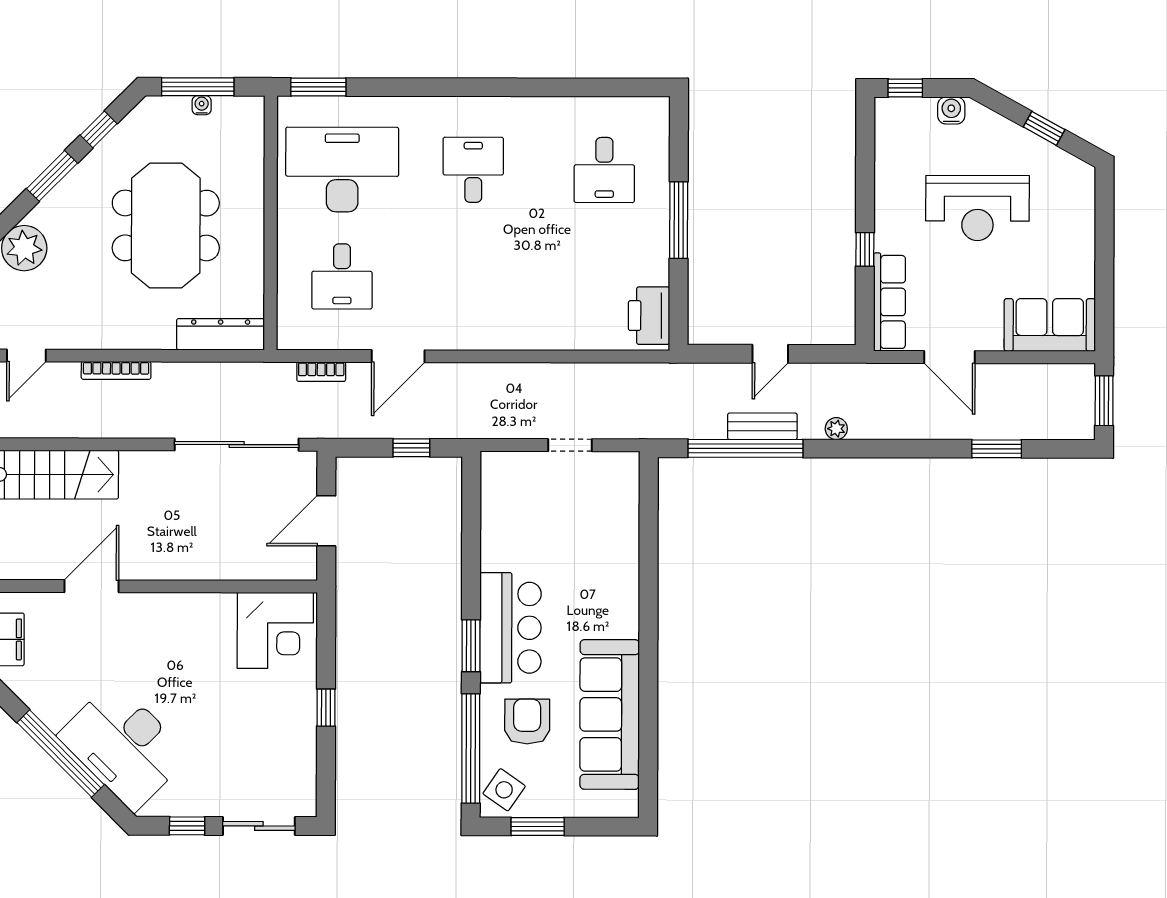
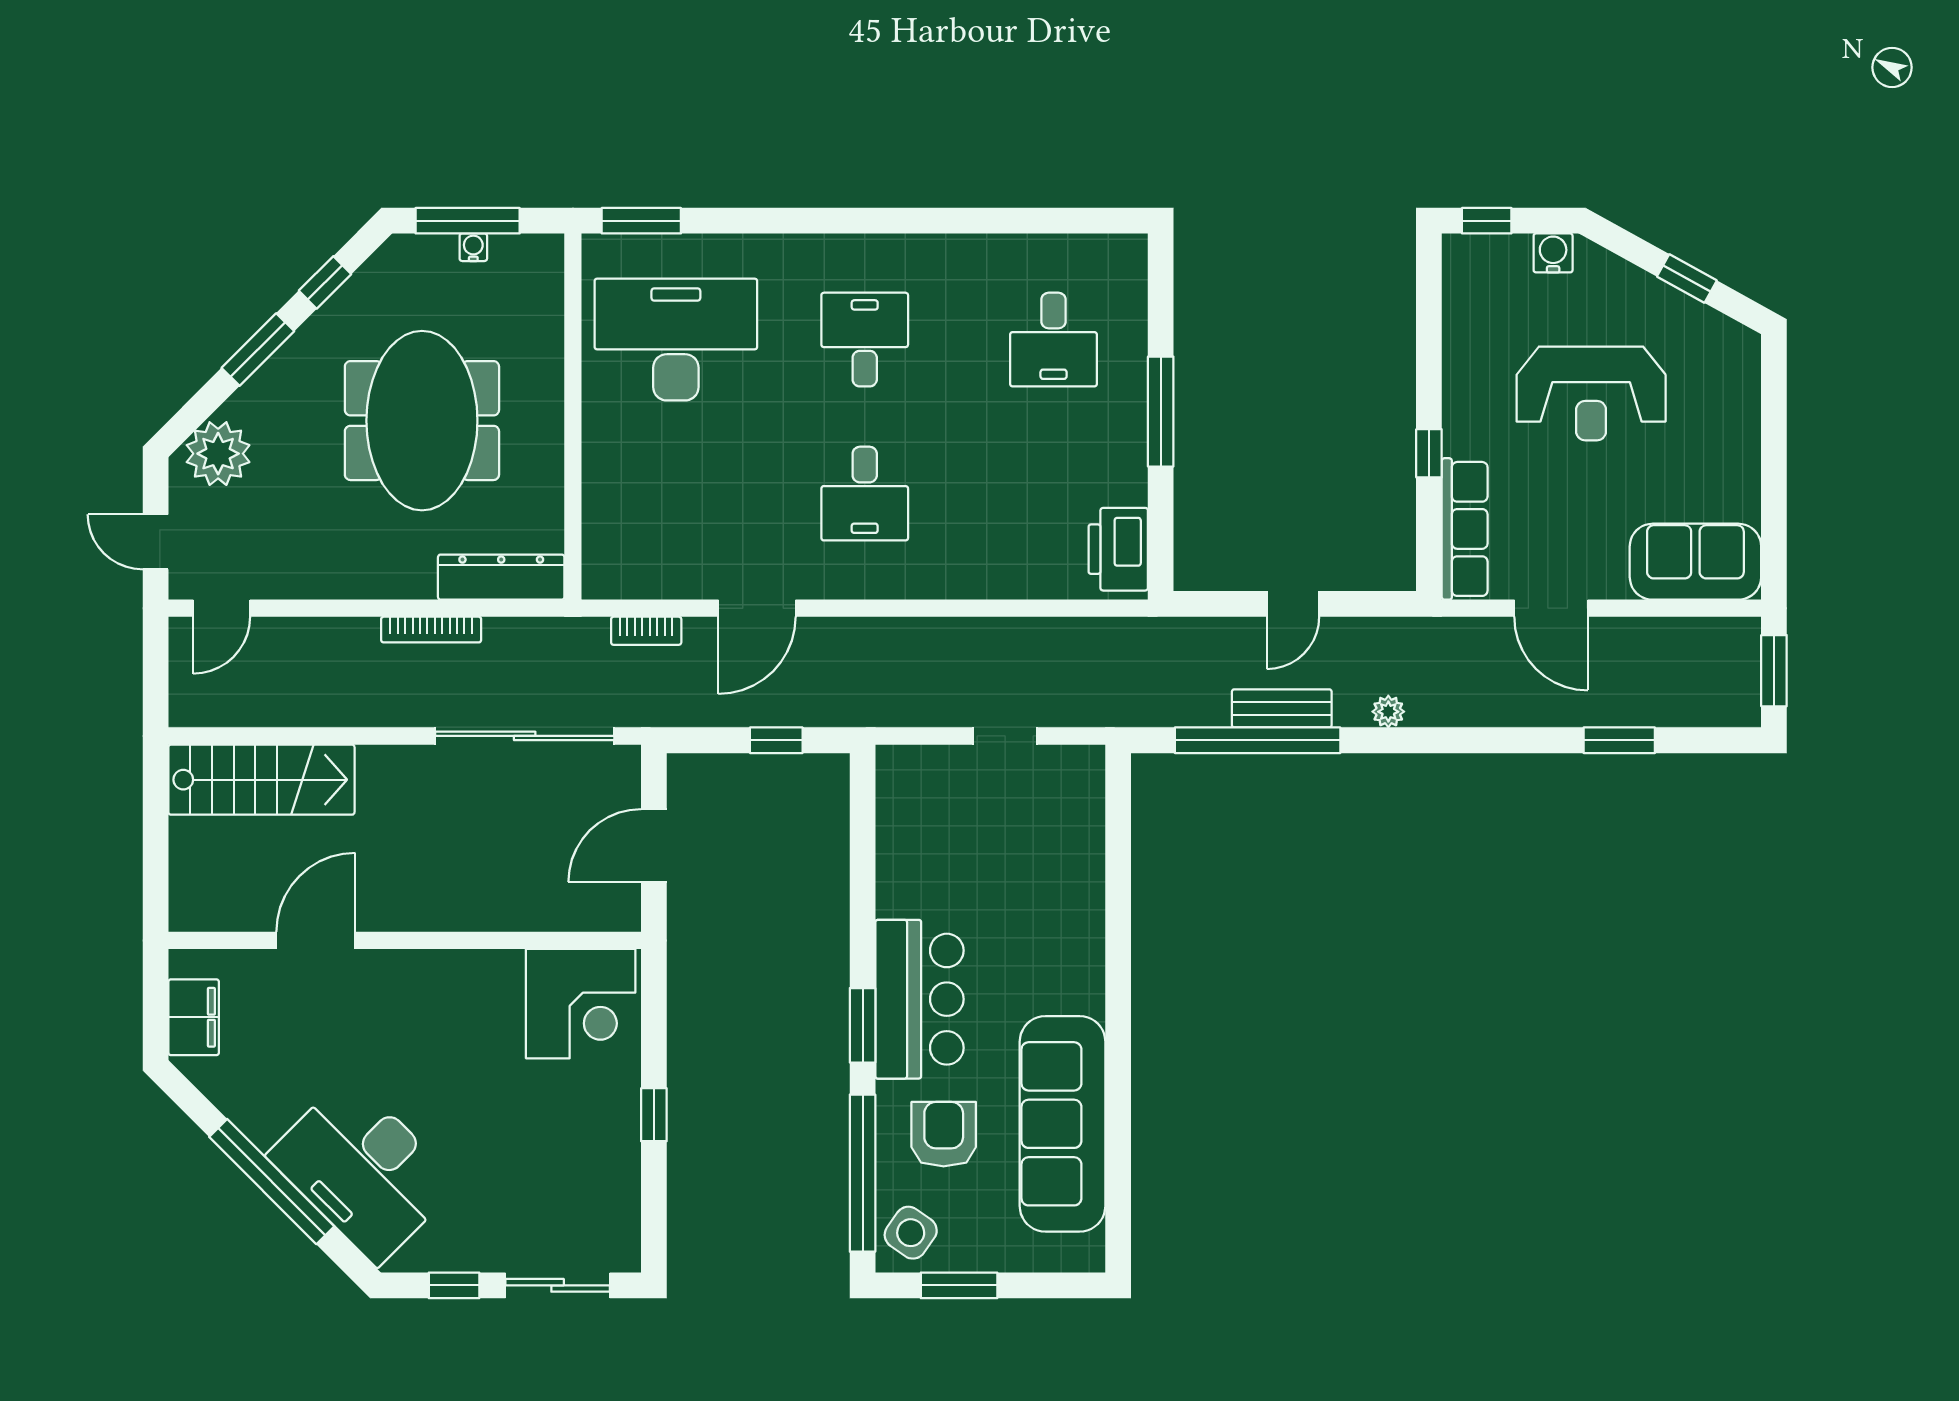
desk: (342, 276) -> (865, 494), moved
bookcase: (116, 370) -> (431, 630), moved

